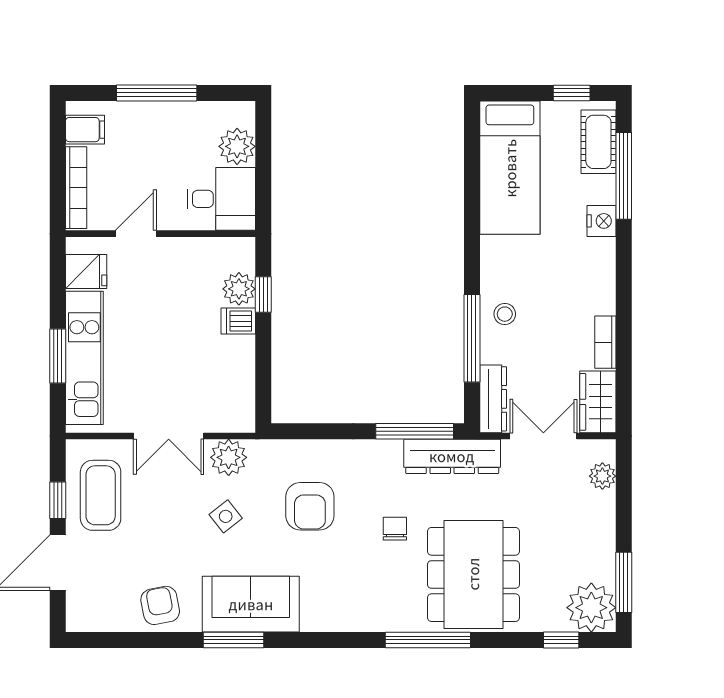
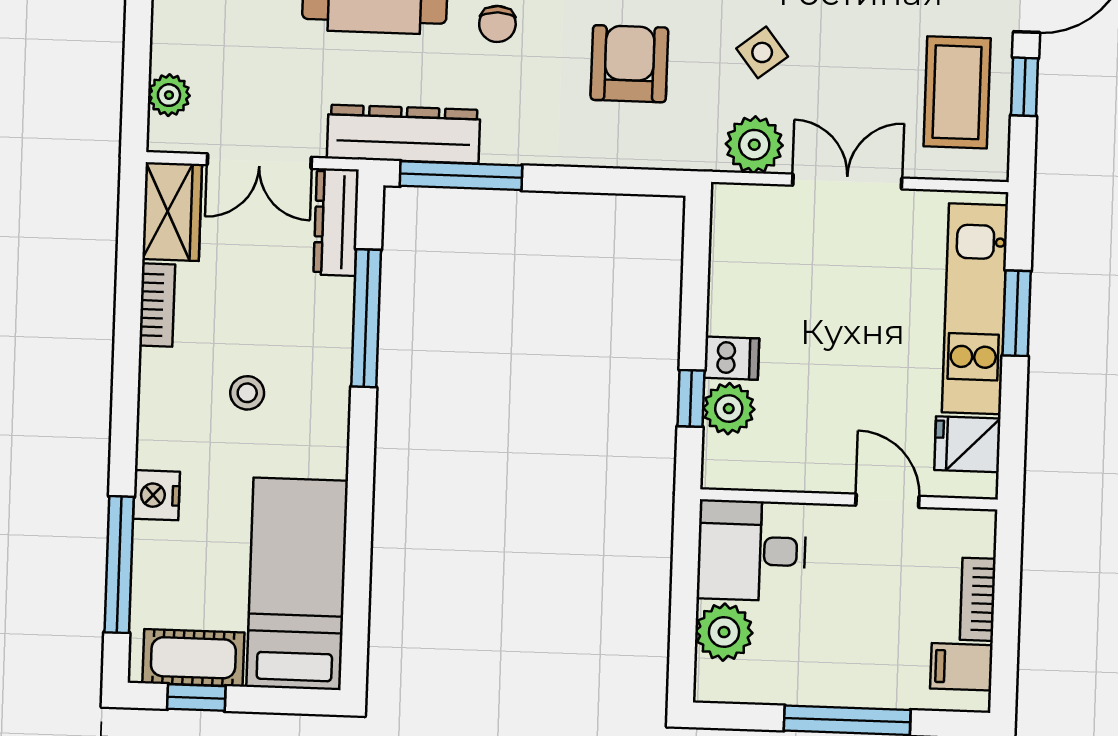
cot: (598, 142) -> (193, 658), moved, turned 90
bookcase: (76, 188) -> (978, 599), width x0.64
door: (136, 234) -> (887, 501), swing flipped
stool: (505, 314) -> (247, 393), moved

